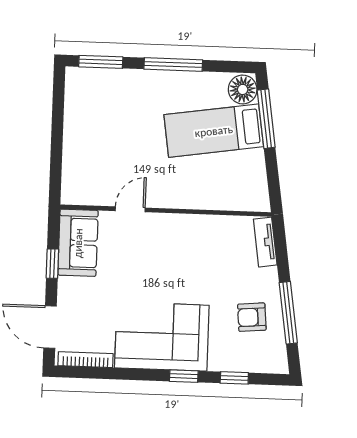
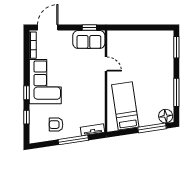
window: (173, 64) -> (176, 92), moved
bed: (214, 131) -> (125, 106), moved
window: (52, 264) -> (89, 27), moved
window: (288, 313) -> (73, 140), moved
armchair: (252, 317) -> (56, 125), turned -85

